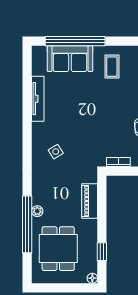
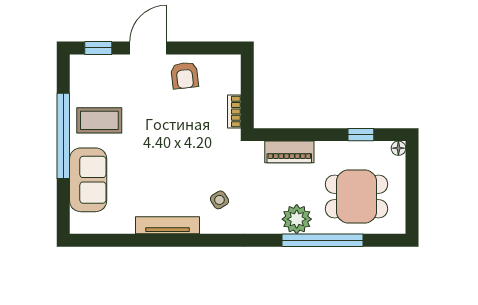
window: (75, 41) -> (63, 136), moved
coffee table: (112, 67) -> (99, 120), width x1.36, depth x1.30
tv unit: (38, 99) -> (167, 225), moved
plant: (37, 211) -> (297, 219), width x1.88, depth x1.88

